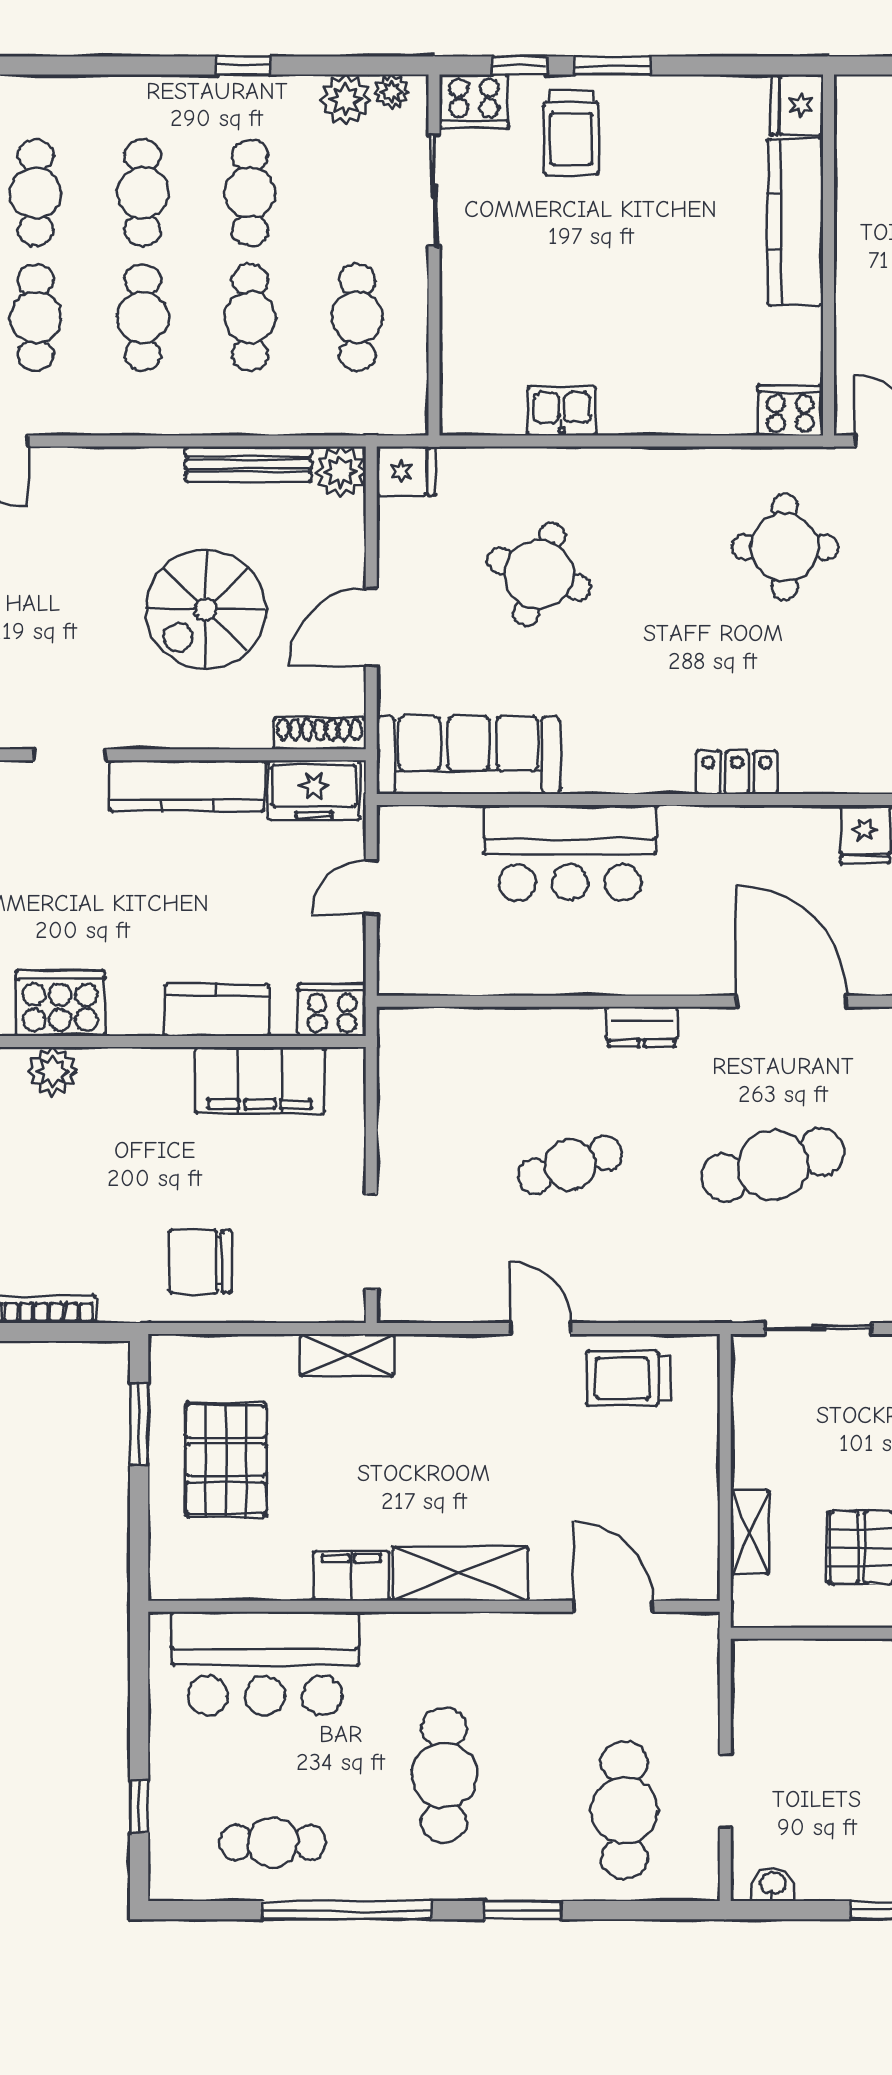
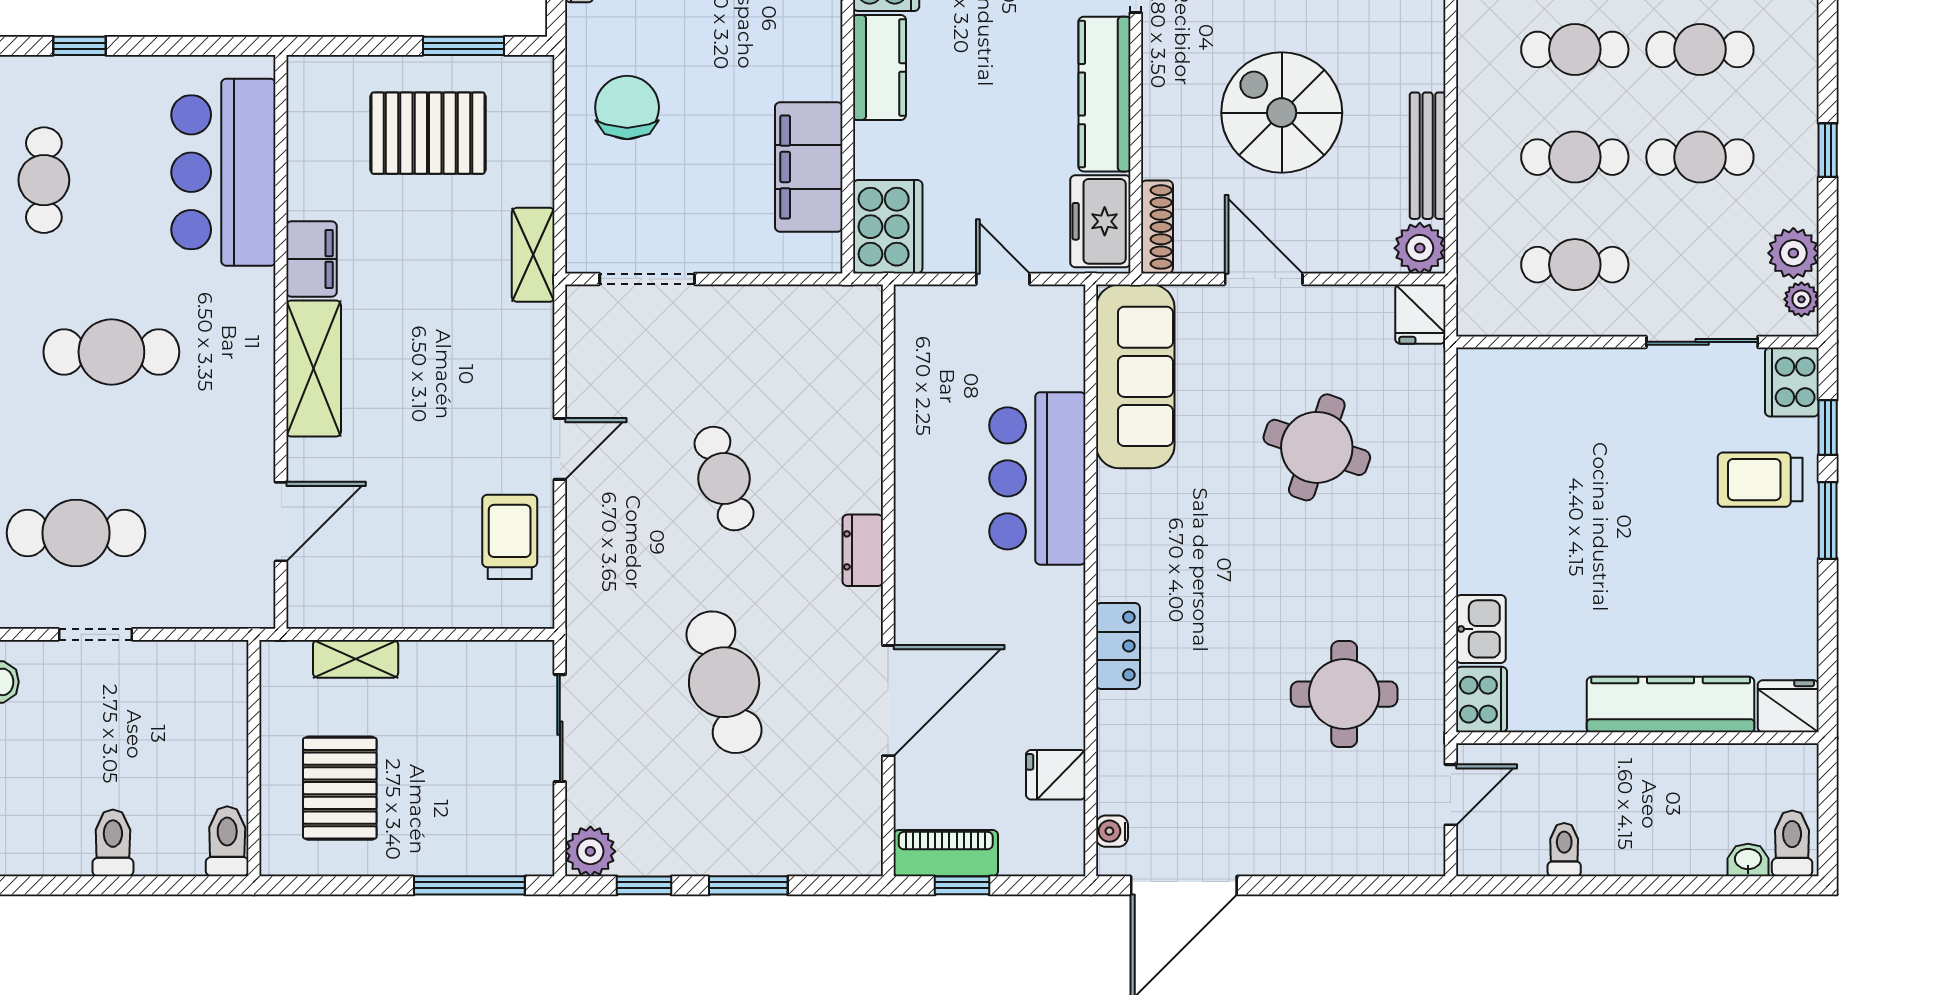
kitchen sink: (562, 411) -> (1481, 629), moved
kitchen counter: (217, 1010) -> (879, 67), moved
cooker: (332, 1010) -> (888, 227), width x1.37, depth x1.31

